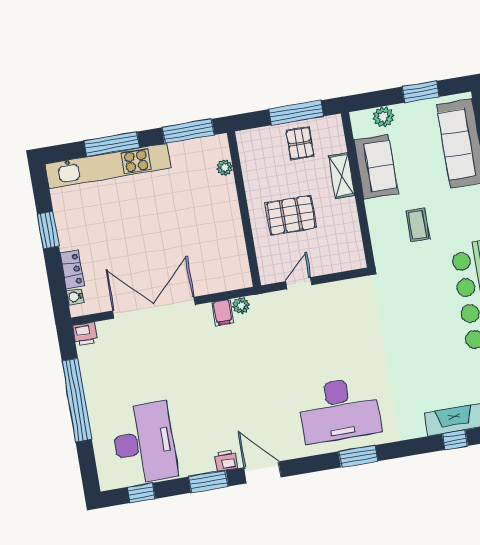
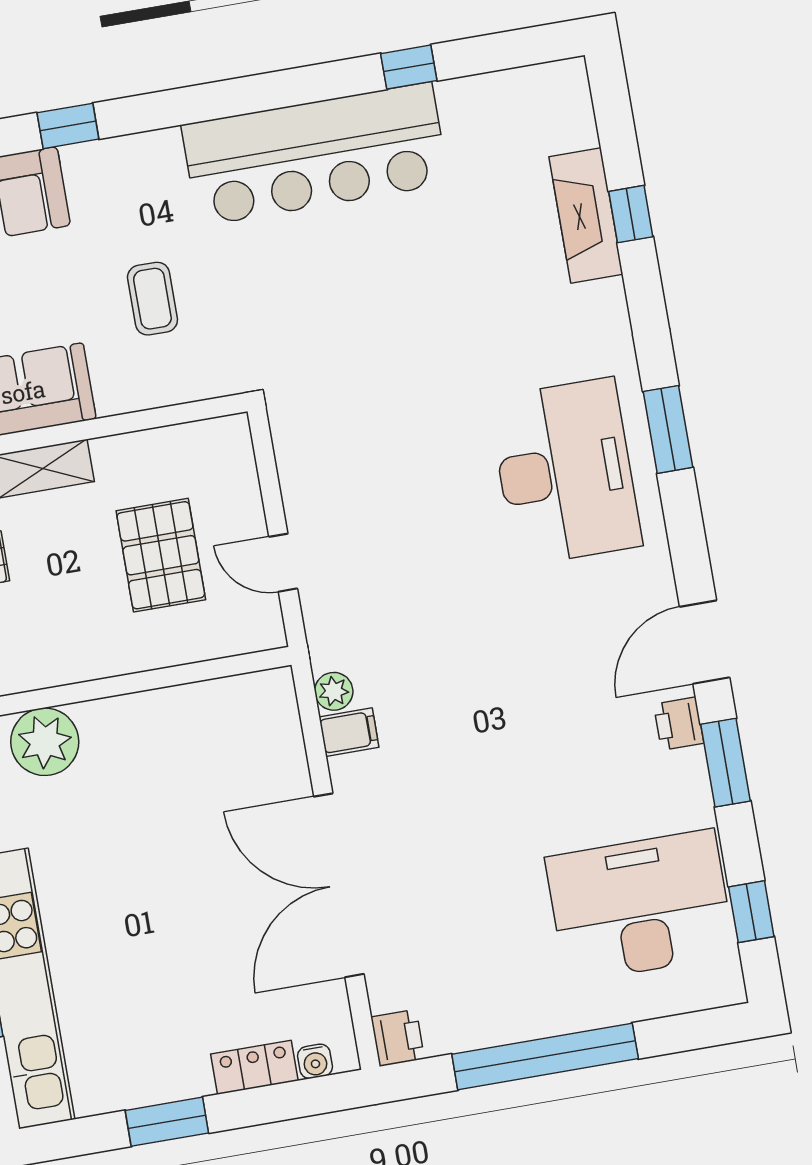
plant: (225, 168) -> (45, 742), width x1.88, depth x1.88
pallet: (291, 215) -> (161, 555), moved
coffee table: (418, 225) -> (152, 299), turned 90

